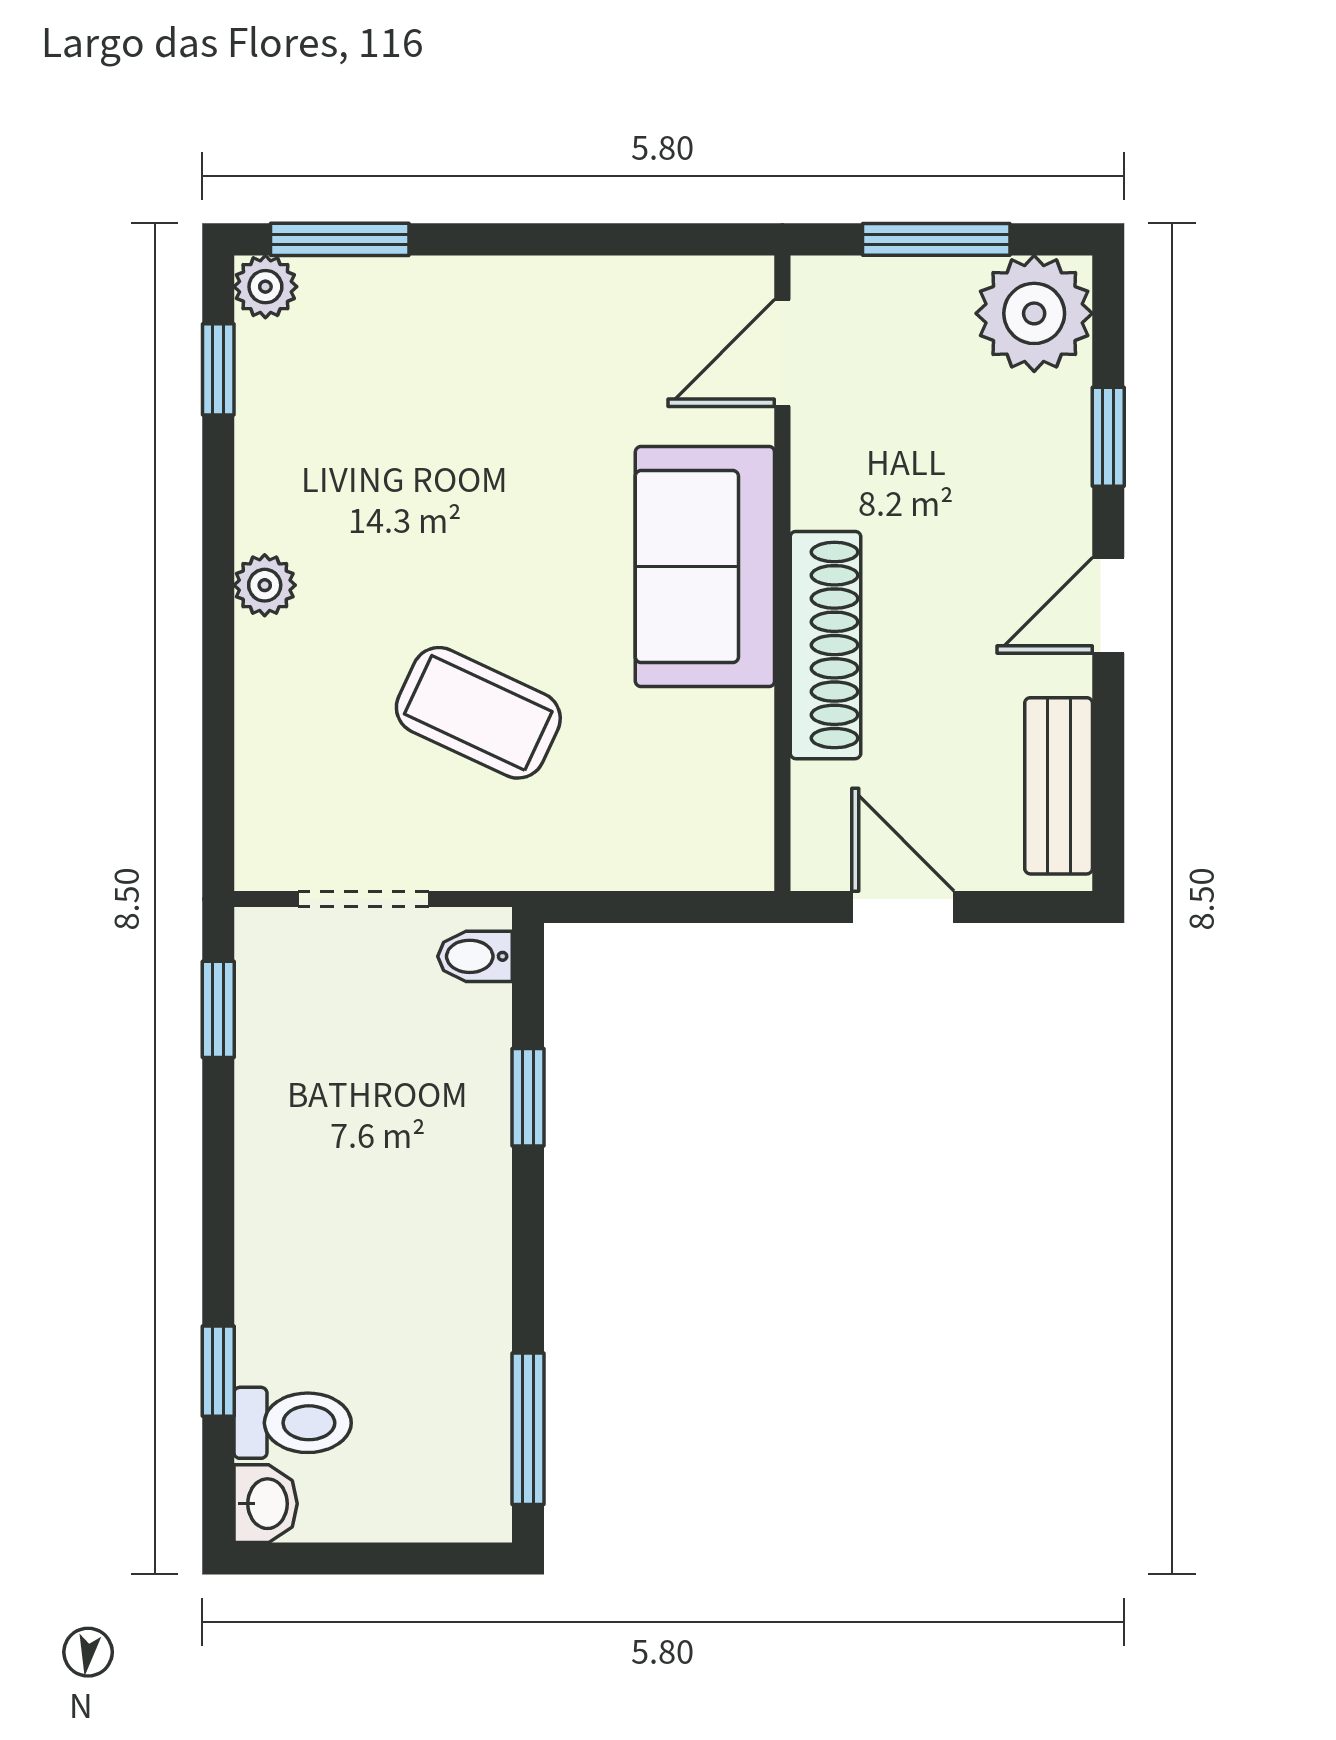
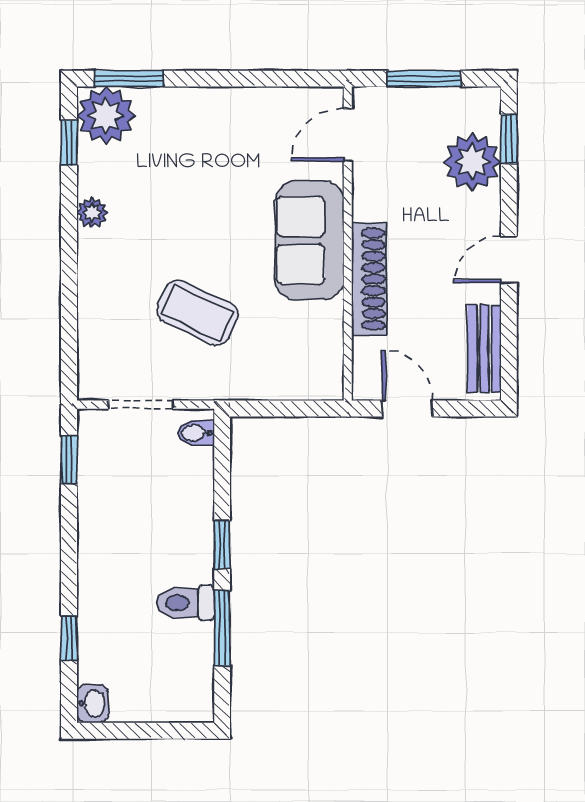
plant: (265, 287) -> (106, 116), width x1.88, depth x1.88
plant: (1034, 313) -> (472, 162), moved
window: (1108, 437) -> (509, 139), moved
plant: (265, 585) -> (92, 213), moved
window: (528, 1097) -> (222, 545), moved
toilet: (293, 1423) -> (185, 603), moved, turned 180
window: (528, 1429) -> (222, 628), moved

